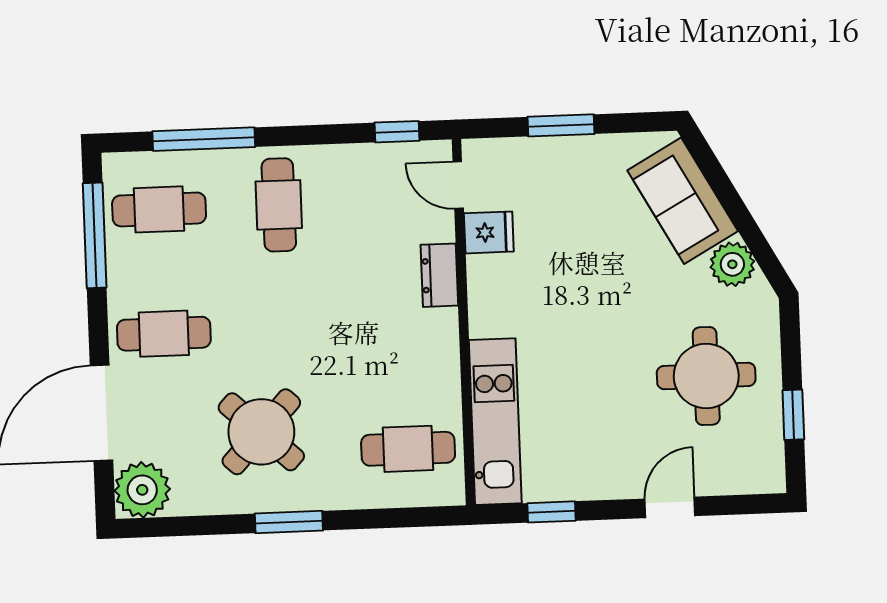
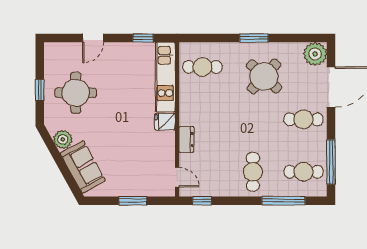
fridge: (489, 232) -> (165, 122), moved
window: (793, 415) -> (40, 90), moved

